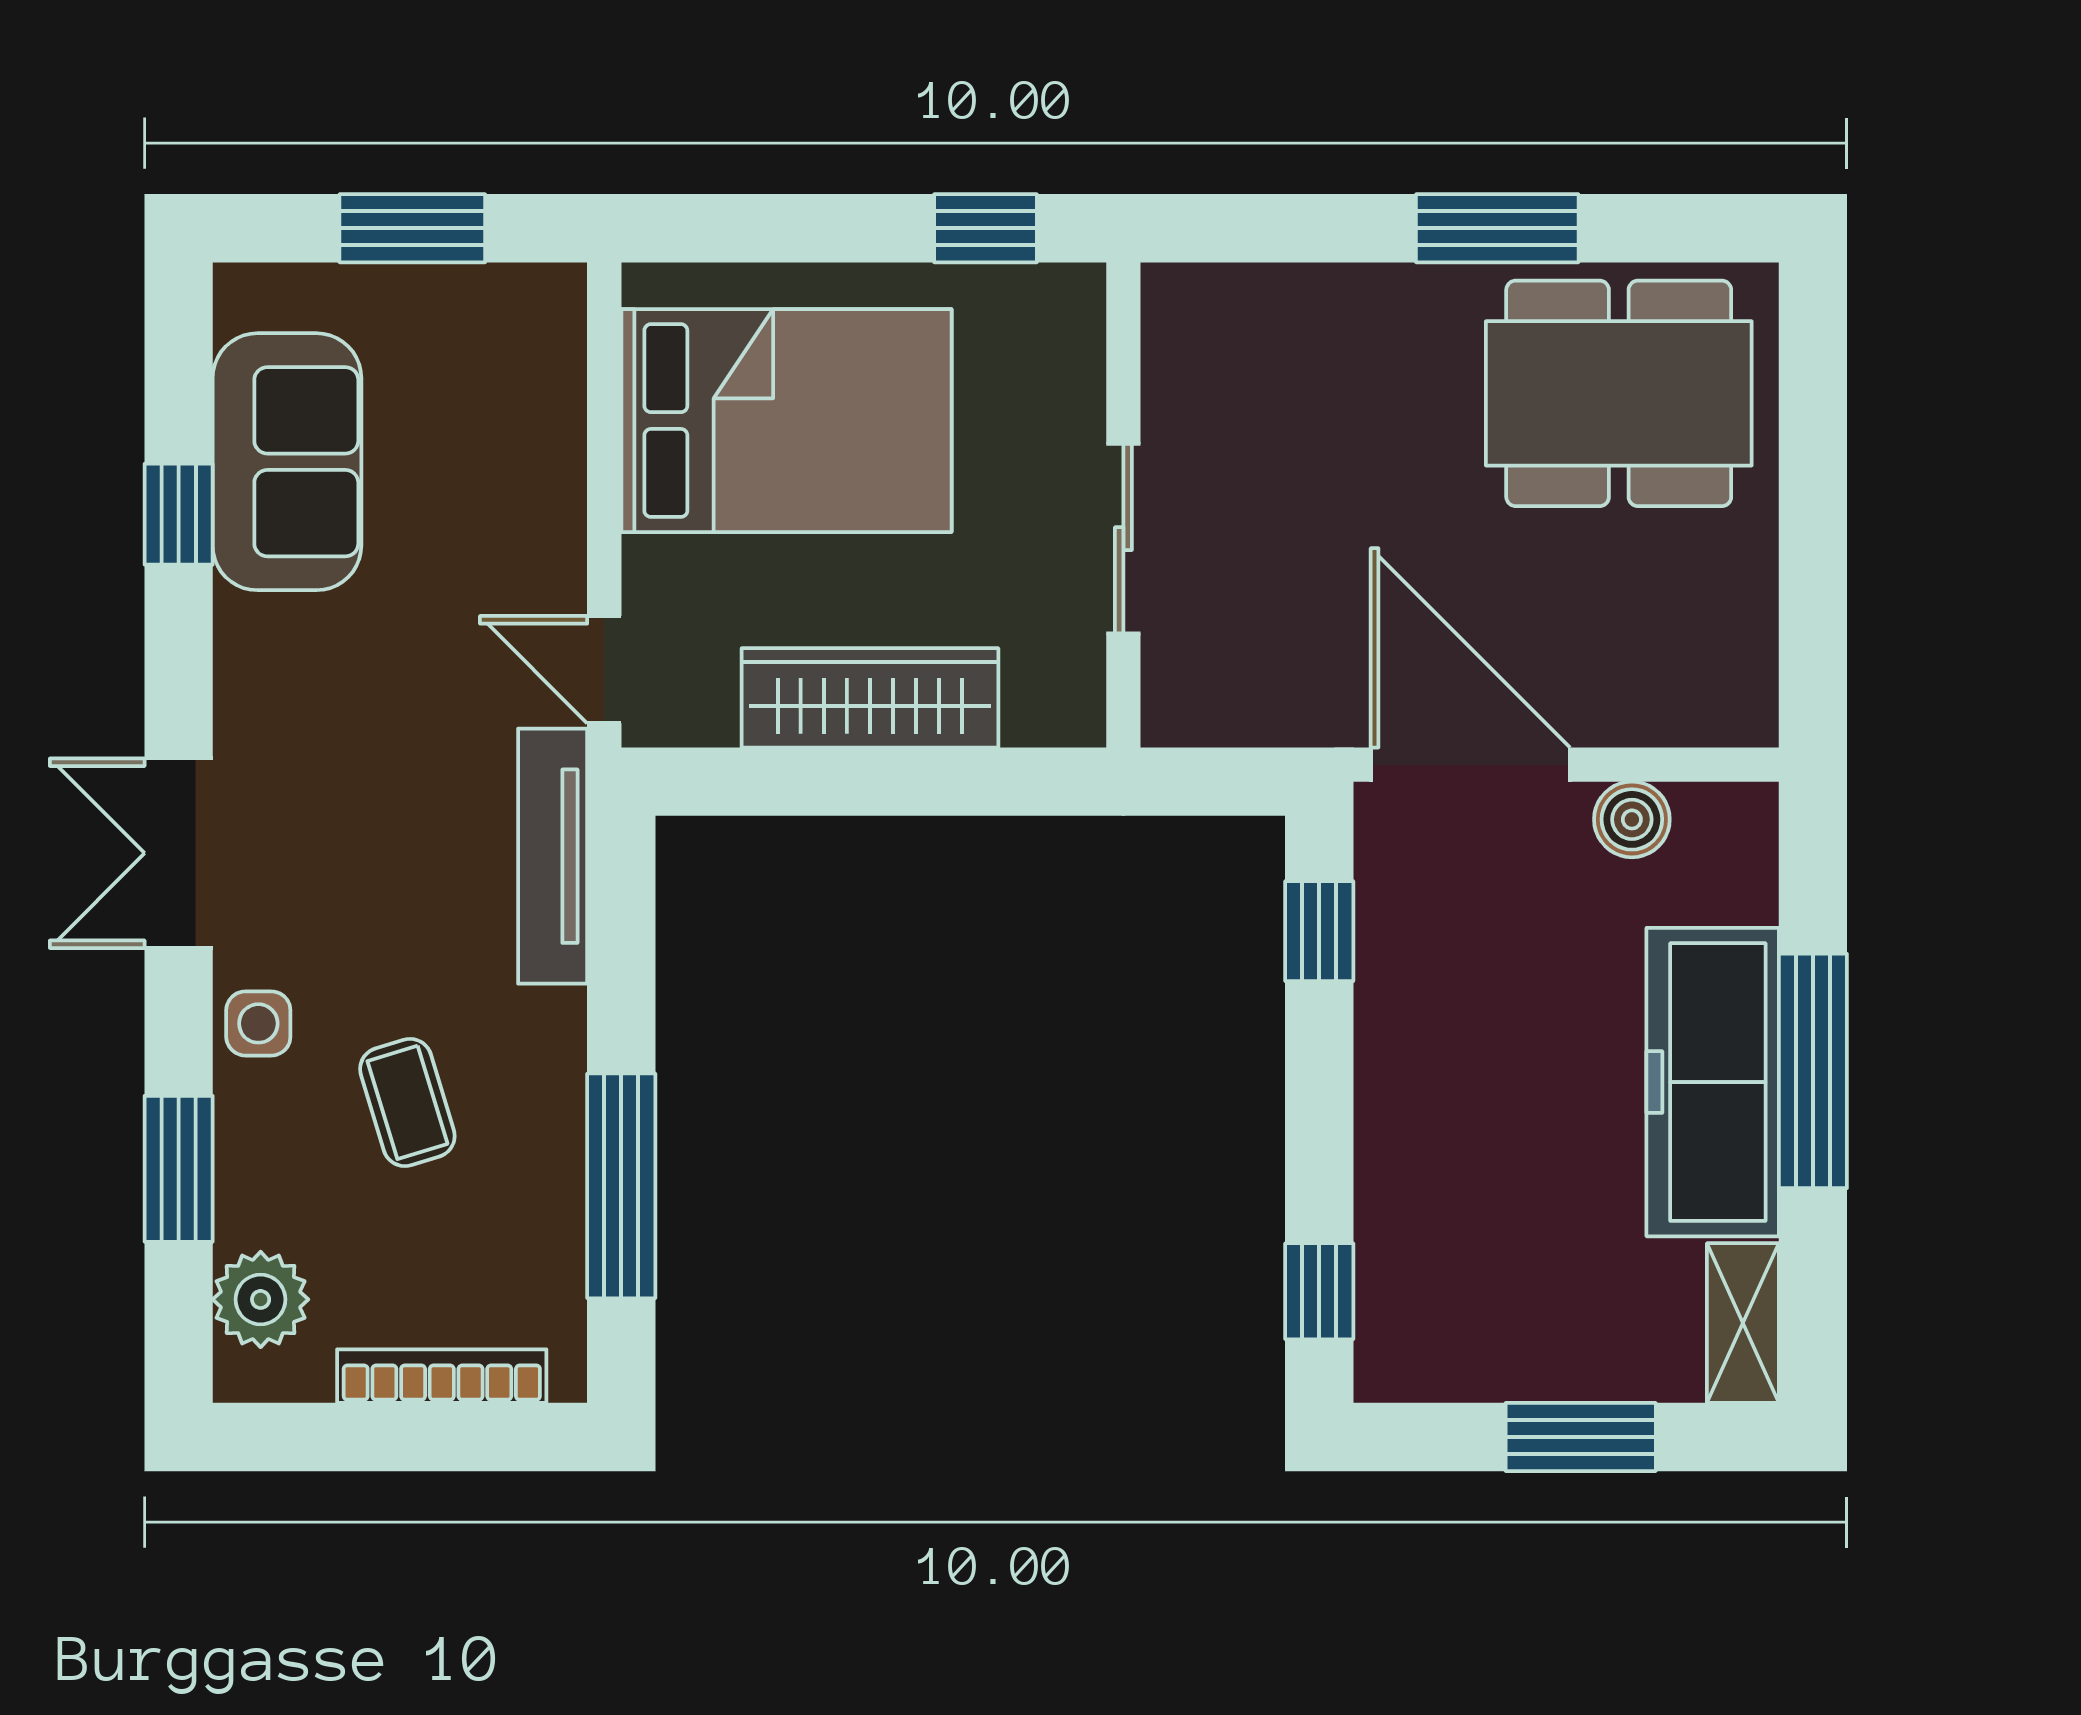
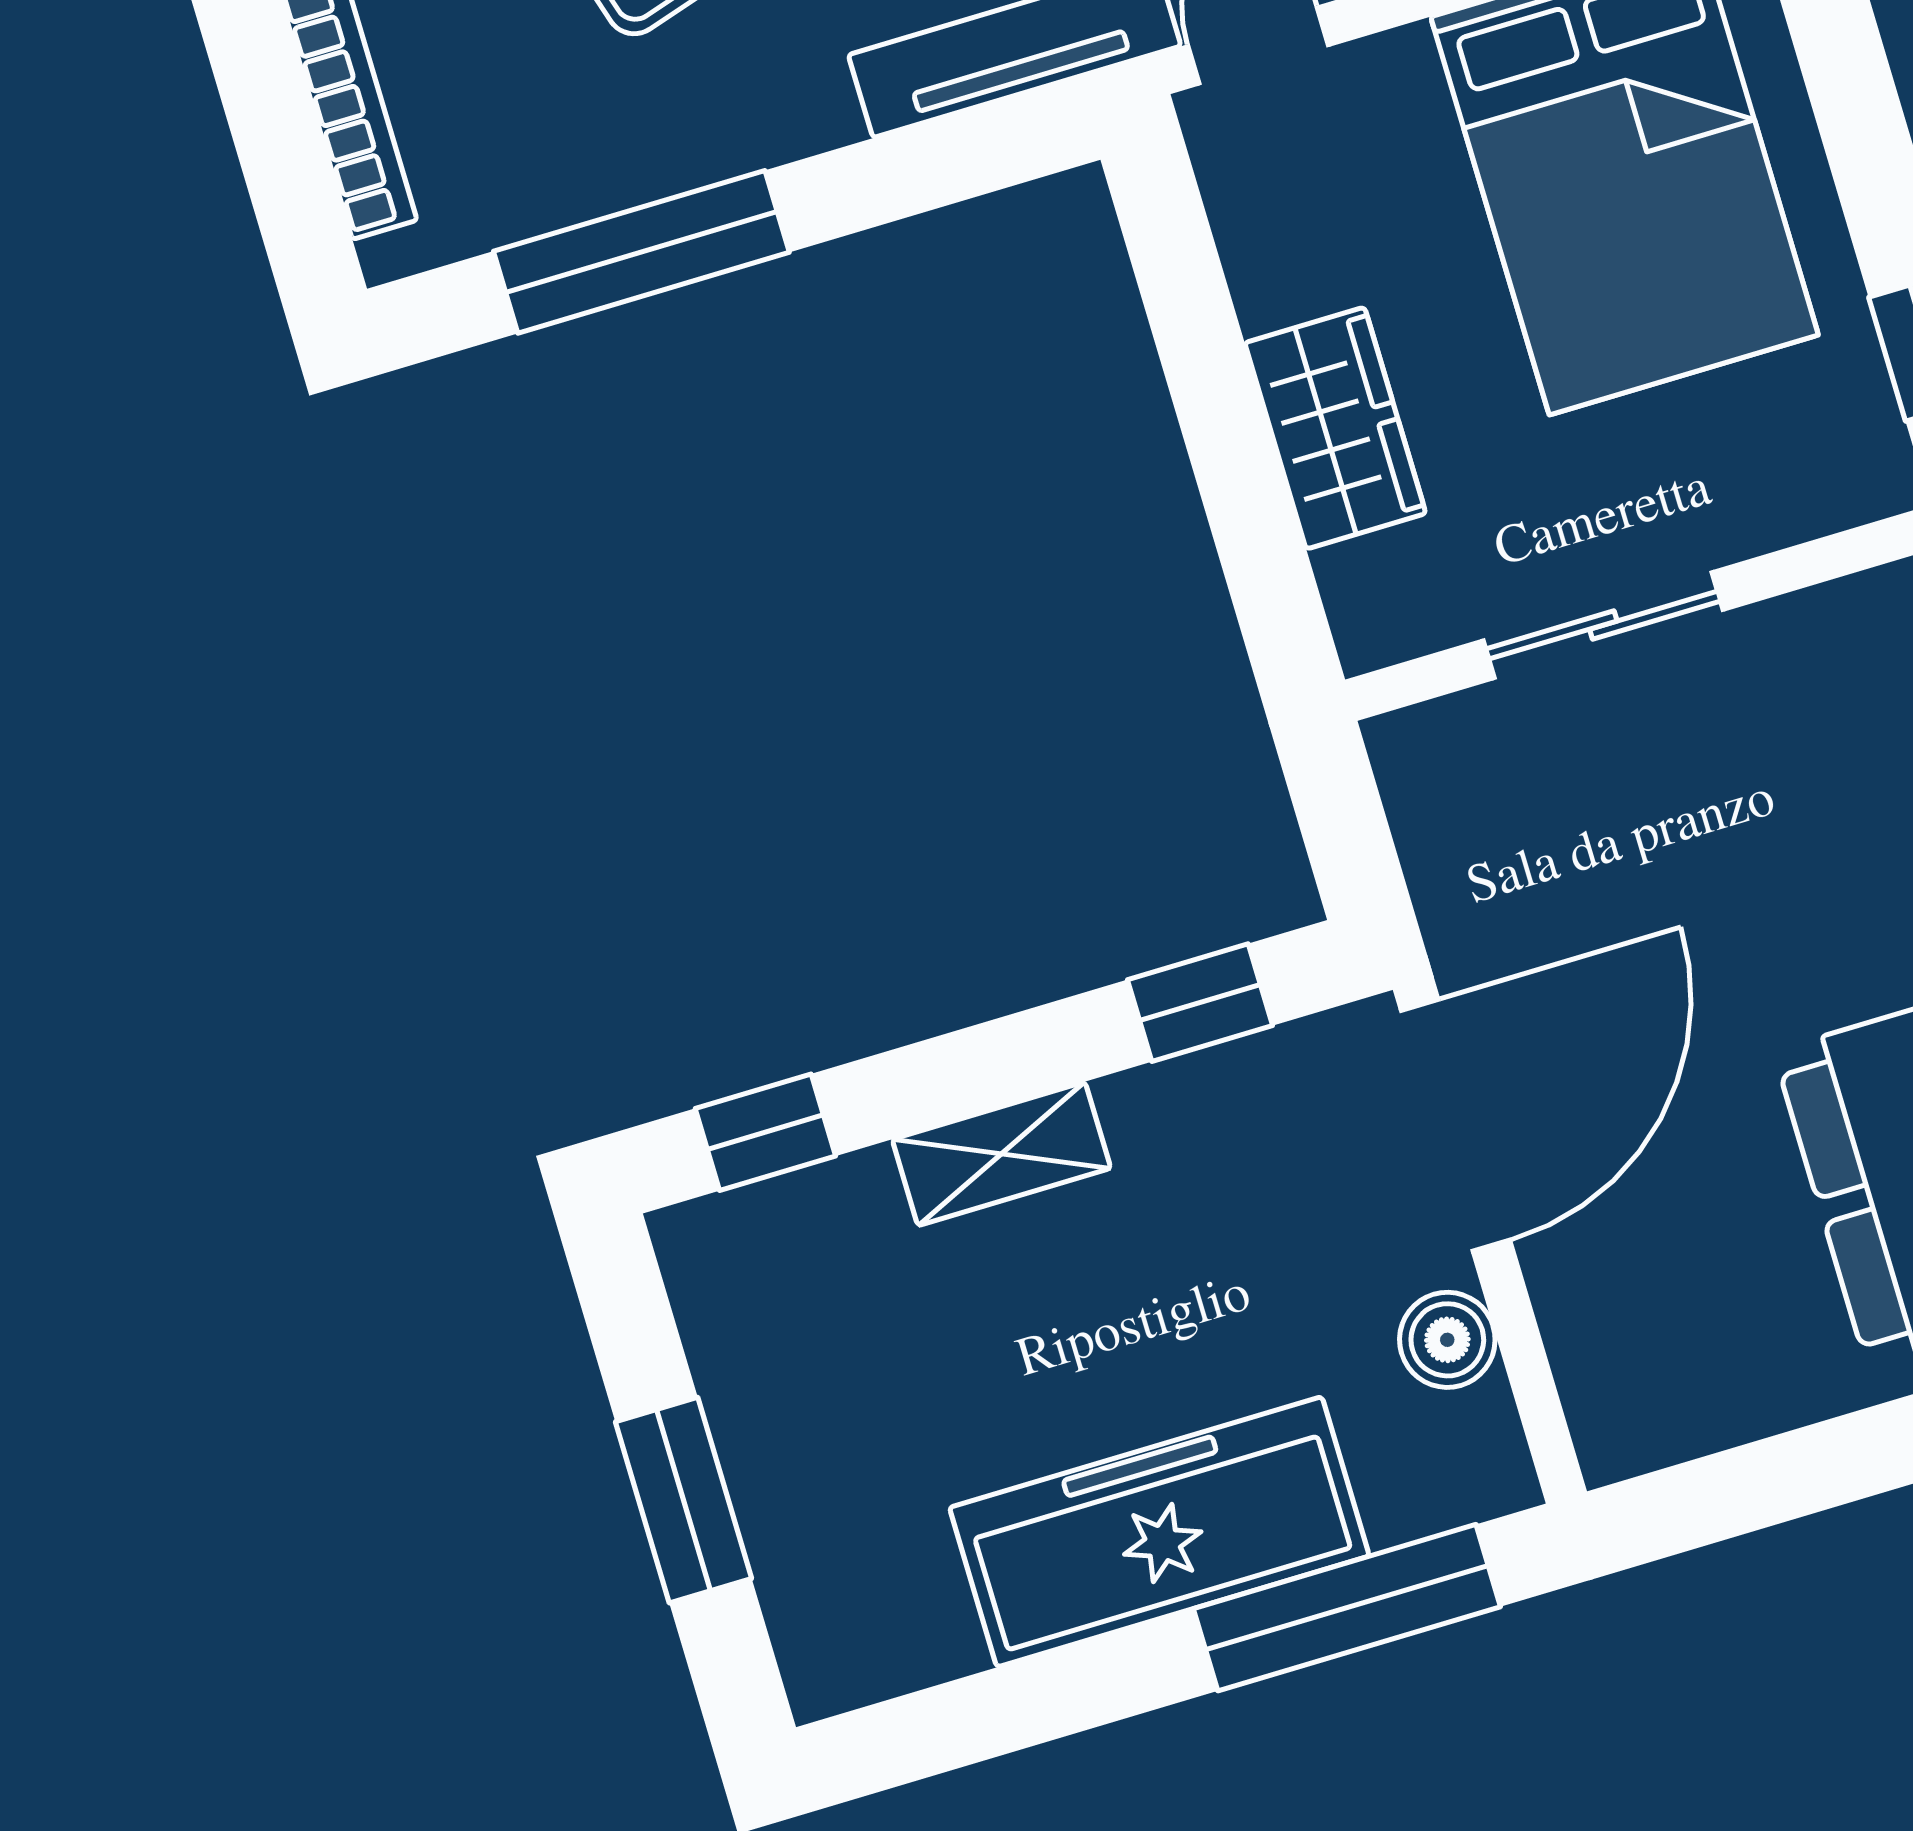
wardrobe: (870, 698) -> (1335, 428), width x0.67
window: (1813, 1071) -> (1347, 1608), moved
shelving: (1743, 1323) -> (1001, 1154), moved

